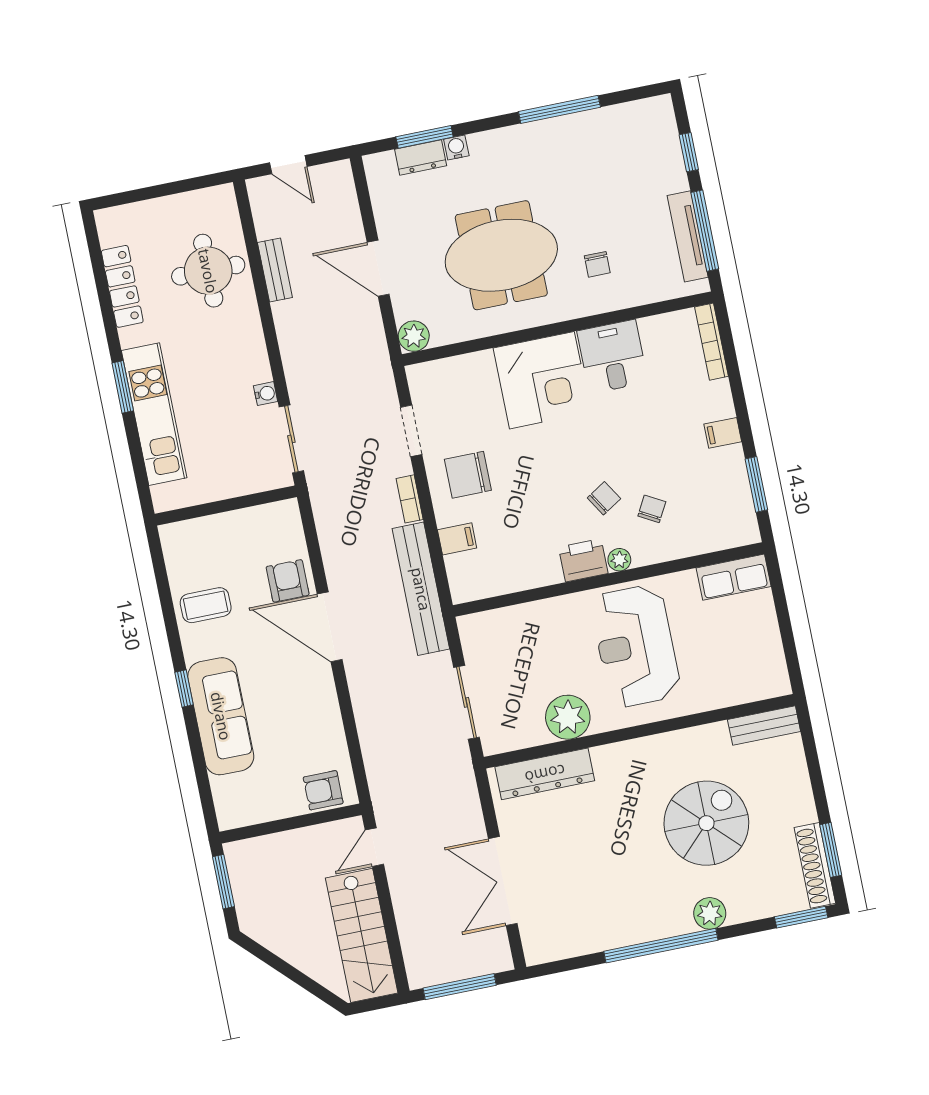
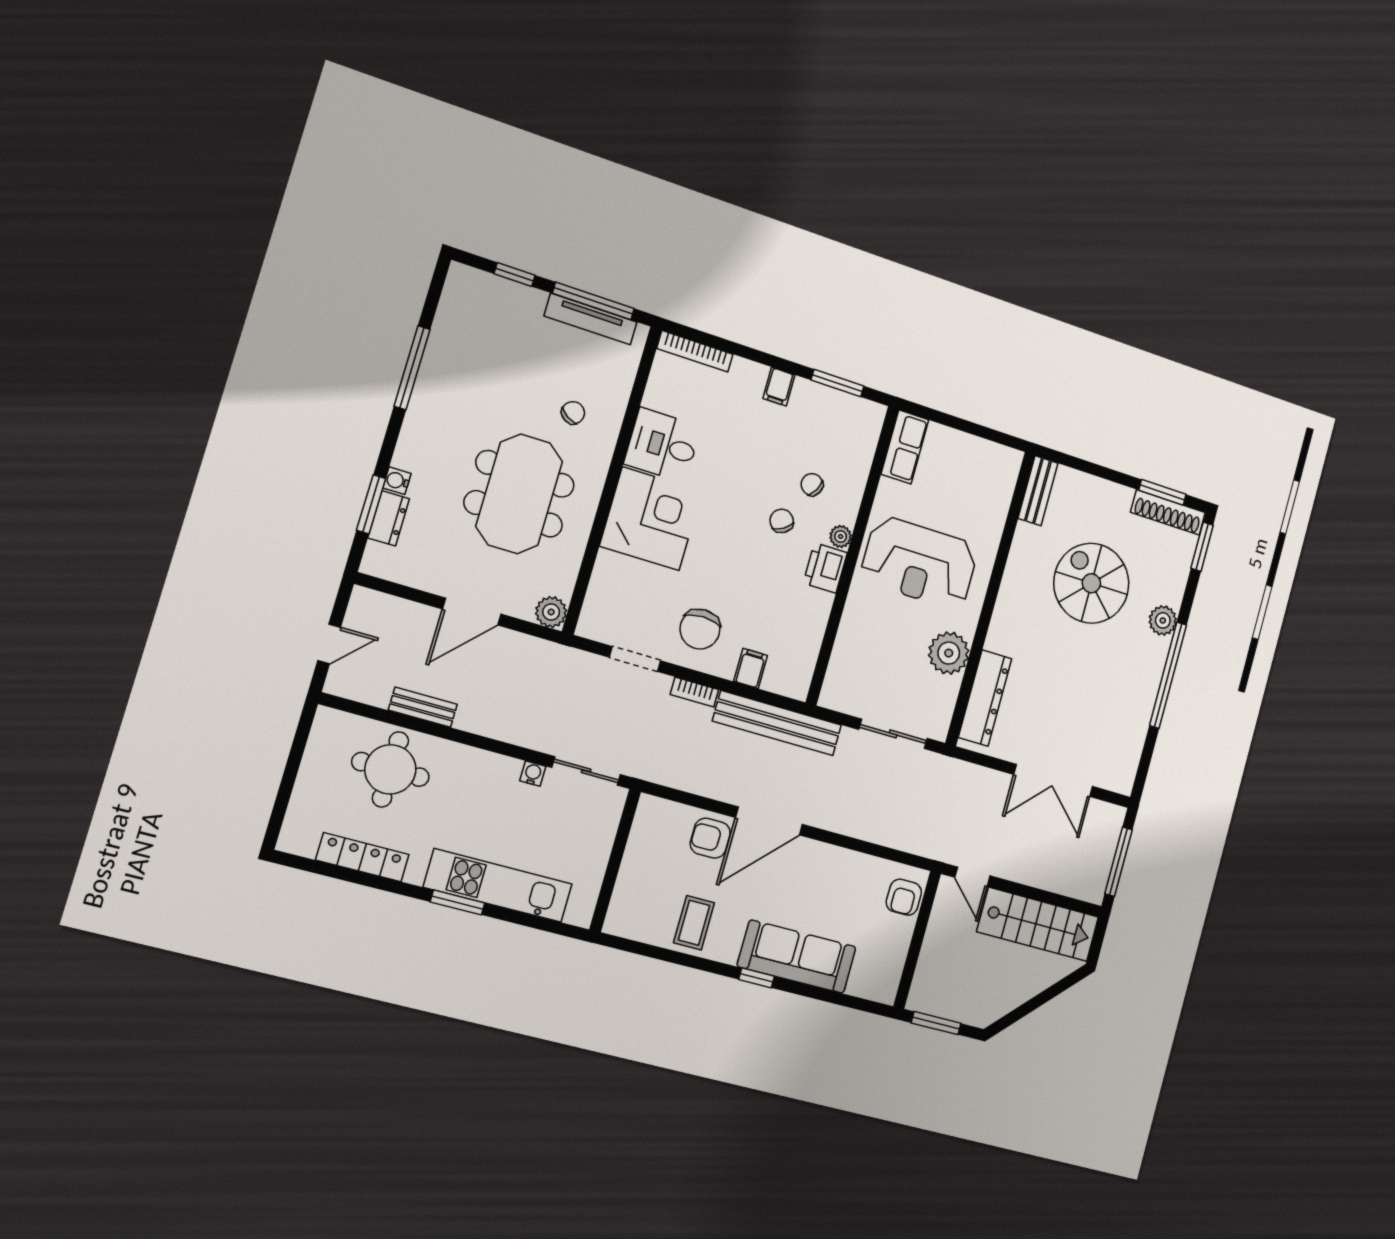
chair: (597, 264) -> (573, 413), turned -57

